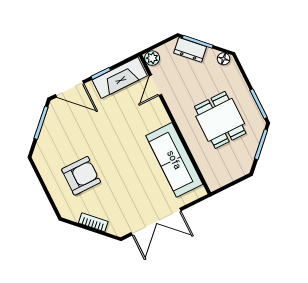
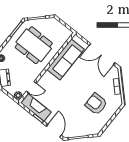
dining table: (220, 120) -> (34, 45), width x1.38
double door: (156, 222) -> (102, 54), swing flipped

